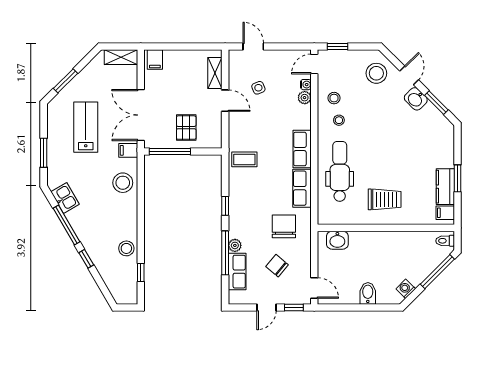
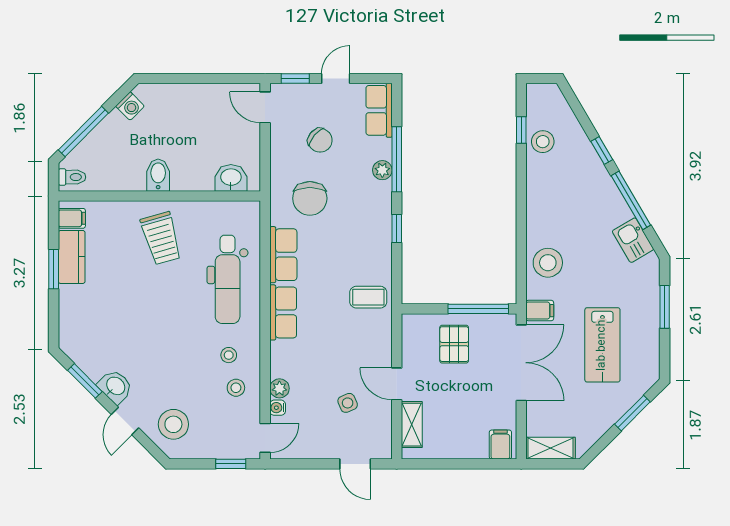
trolley: (385, 199) -> (161, 238), turned -106
stool: (126, 248) -> (543, 142), moved
row of seats: (237, 272) -> (379, 110), moved
bidet: (368, 293) -> (158, 175), moved, turned 180

